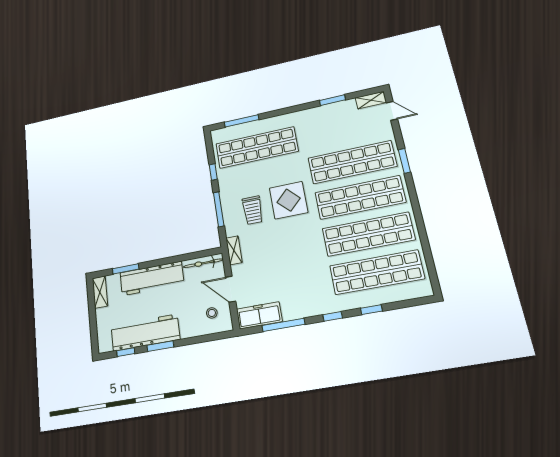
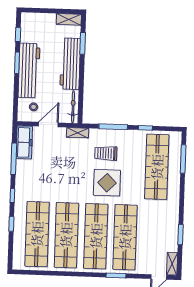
workbench: (145, 333) -> (29, 70), moved

